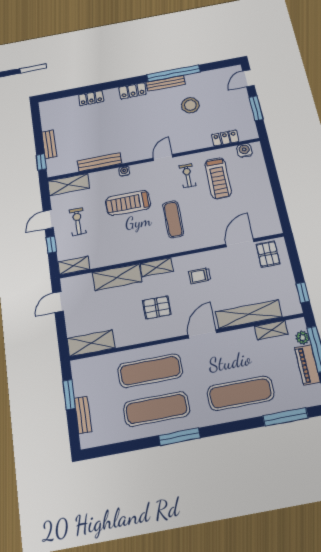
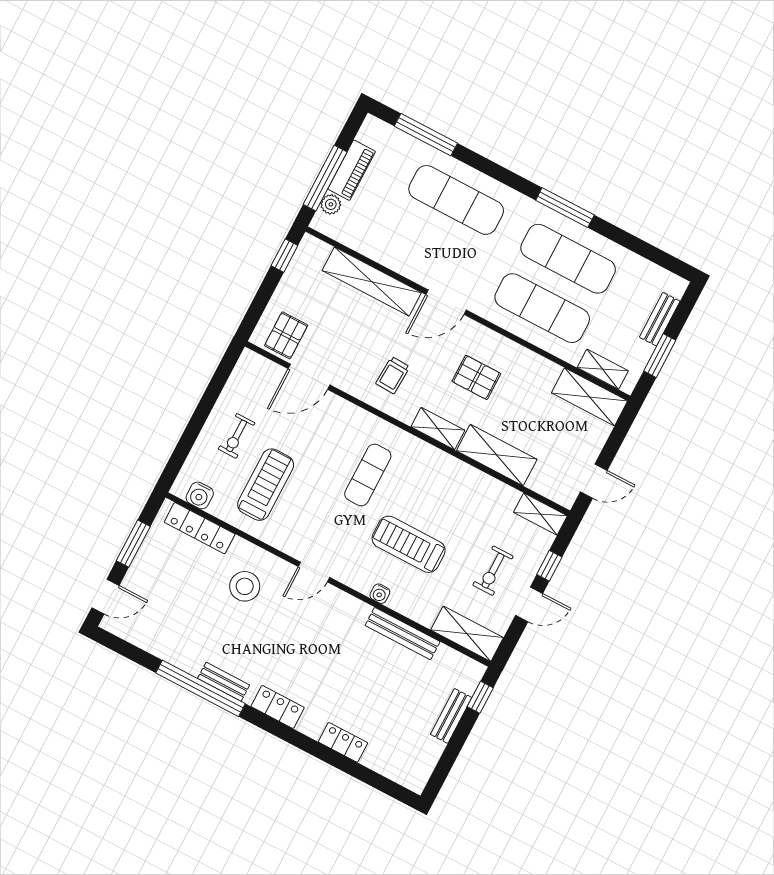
bench: (166, 83) -> (224, 682), width x0.73
stool: (190, 105) -> (245, 586), moved
locker: (225, 138) -> (200, 528), width x1.53
exercise bike: (187, 176) -> (237, 436), moved
treadmill: (128, 203) -> (409, 544), turned 180
trolley: (200, 276) -> (393, 375), turned 93
shelving: (271, 330) -> (603, 369), moved

